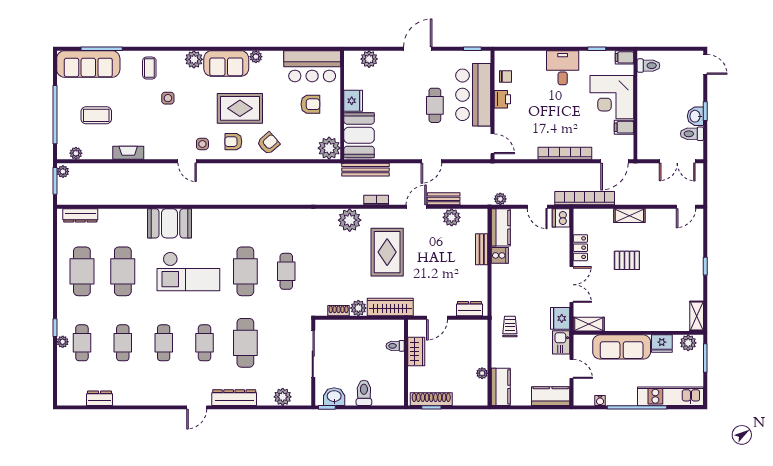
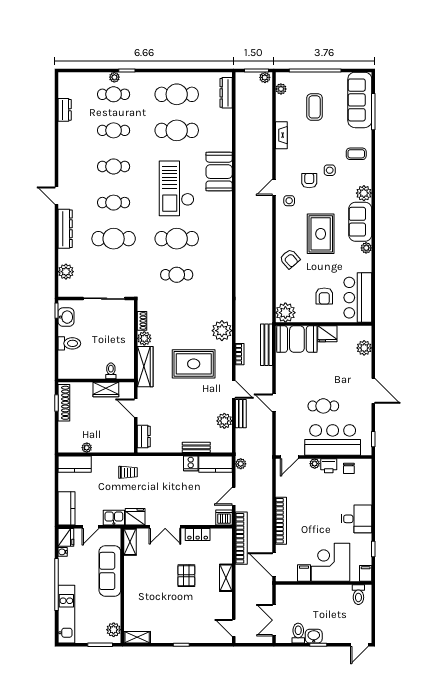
plant: (500, 115) -> (315, 464), added
armchair: (233, 142) -> (309, 181), moved
fridge: (662, 344) -> (66, 537), moved, turned 180

